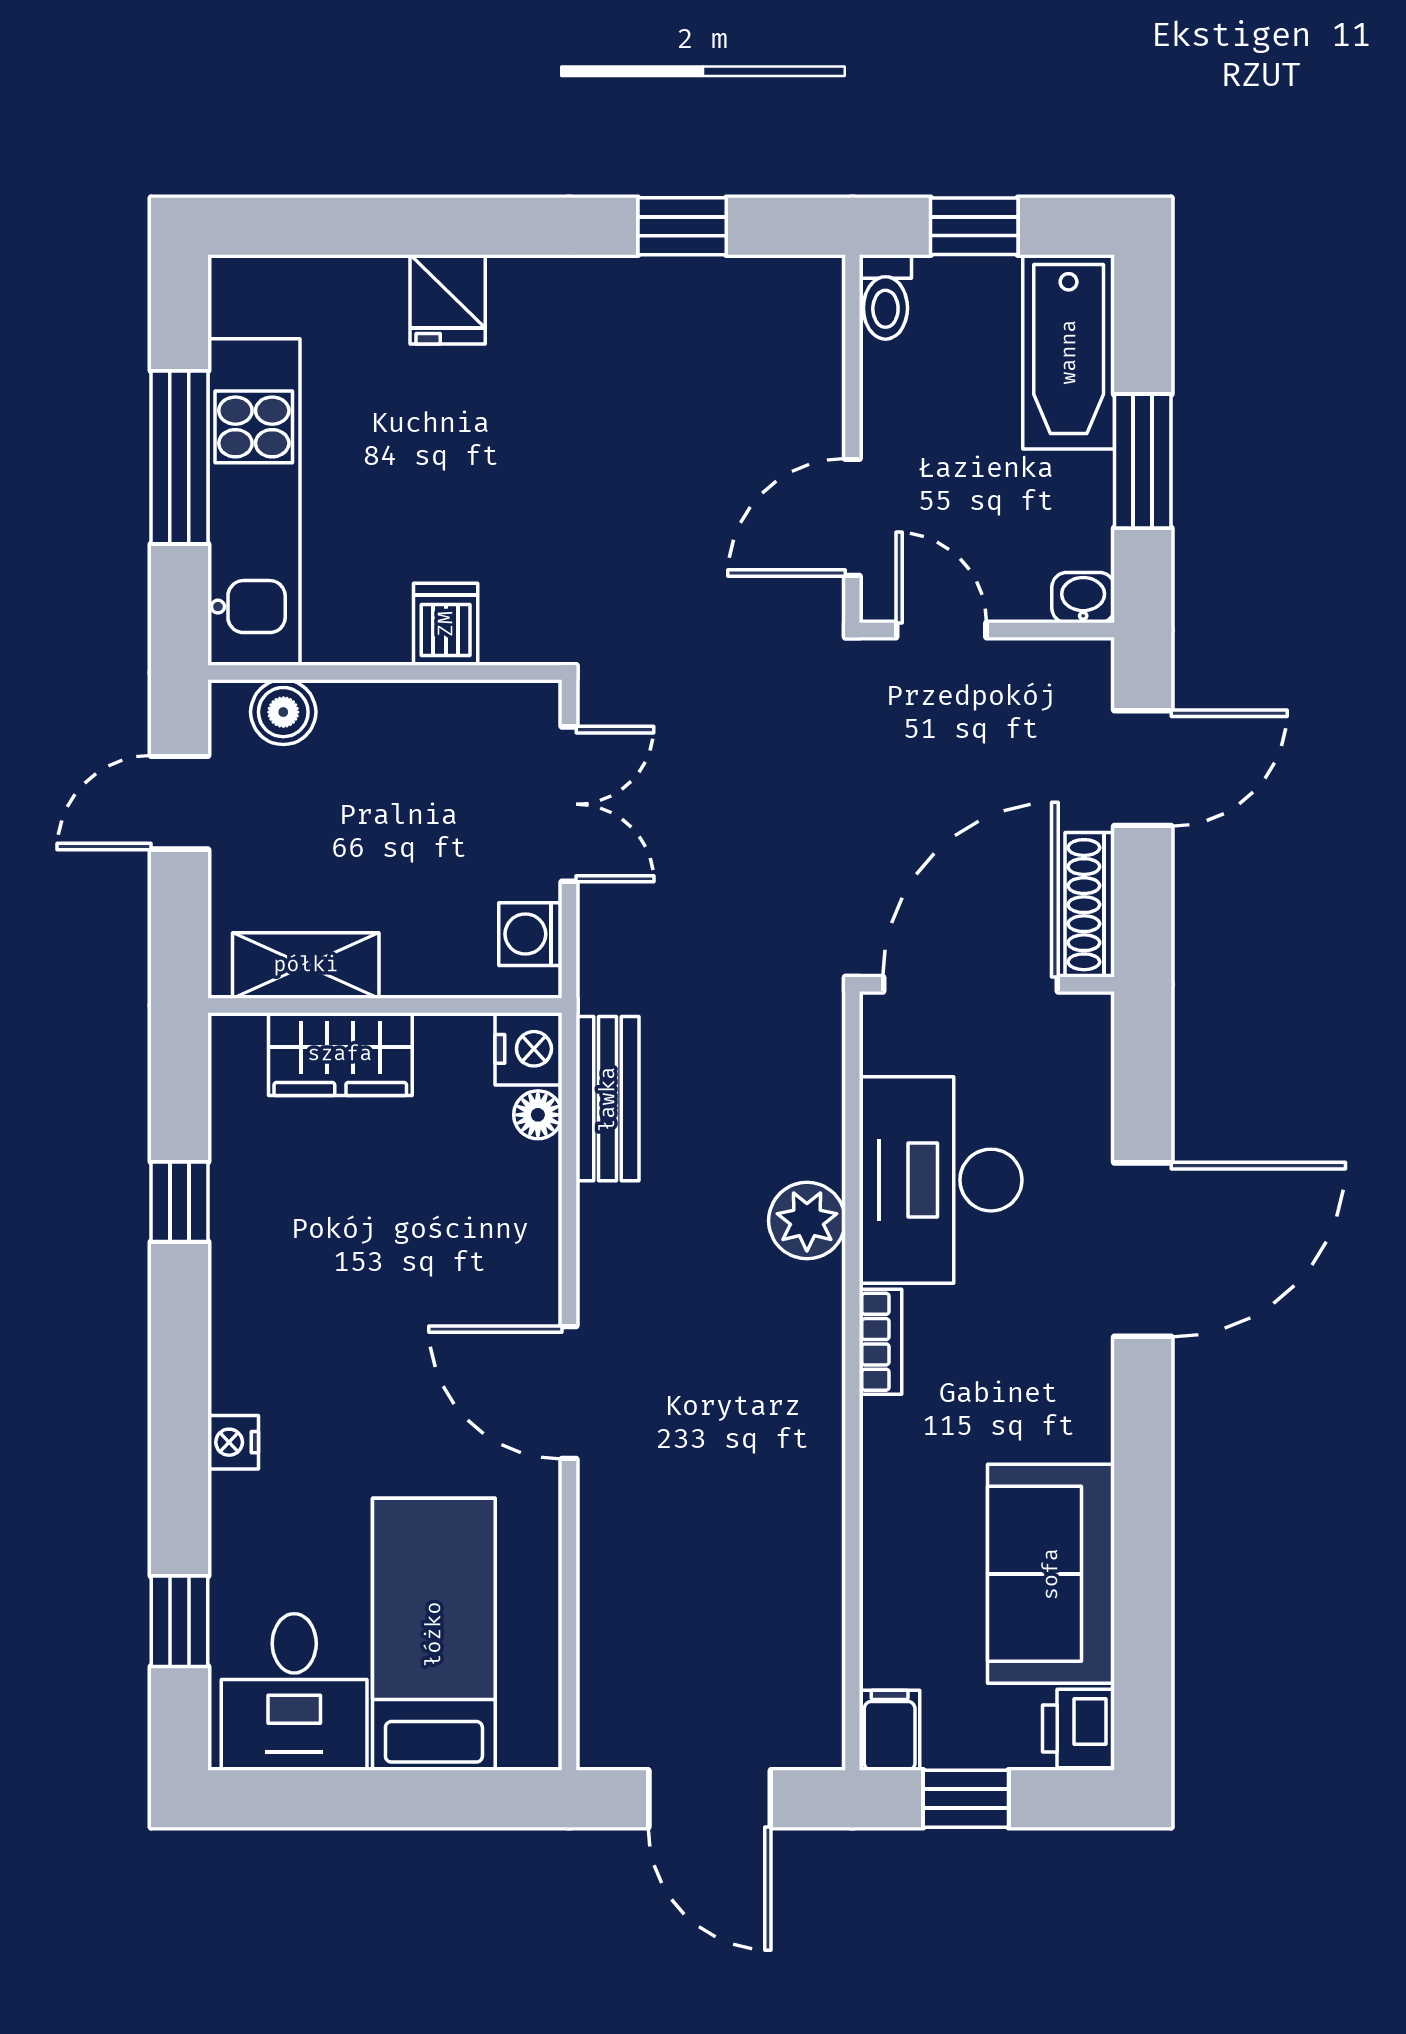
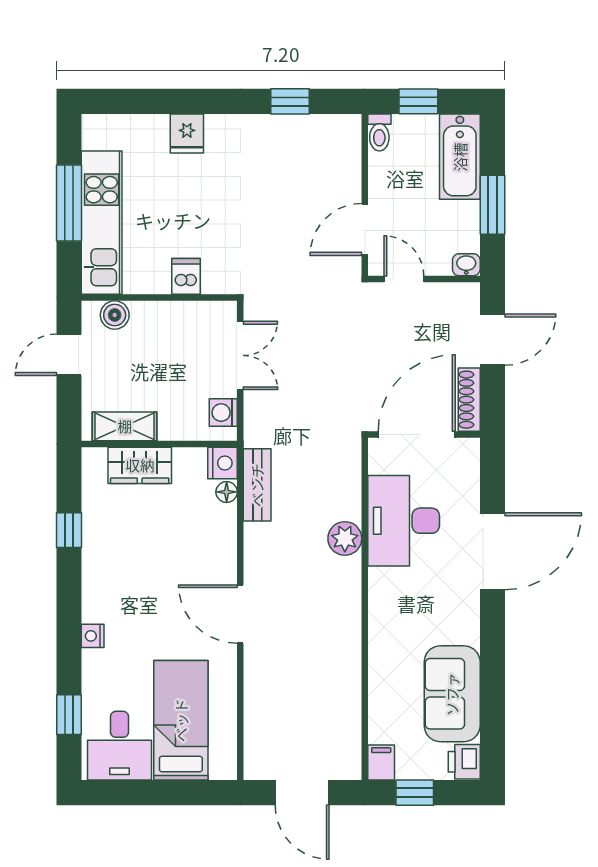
bookcase: (881, 1342) -> (377, 592), removed

